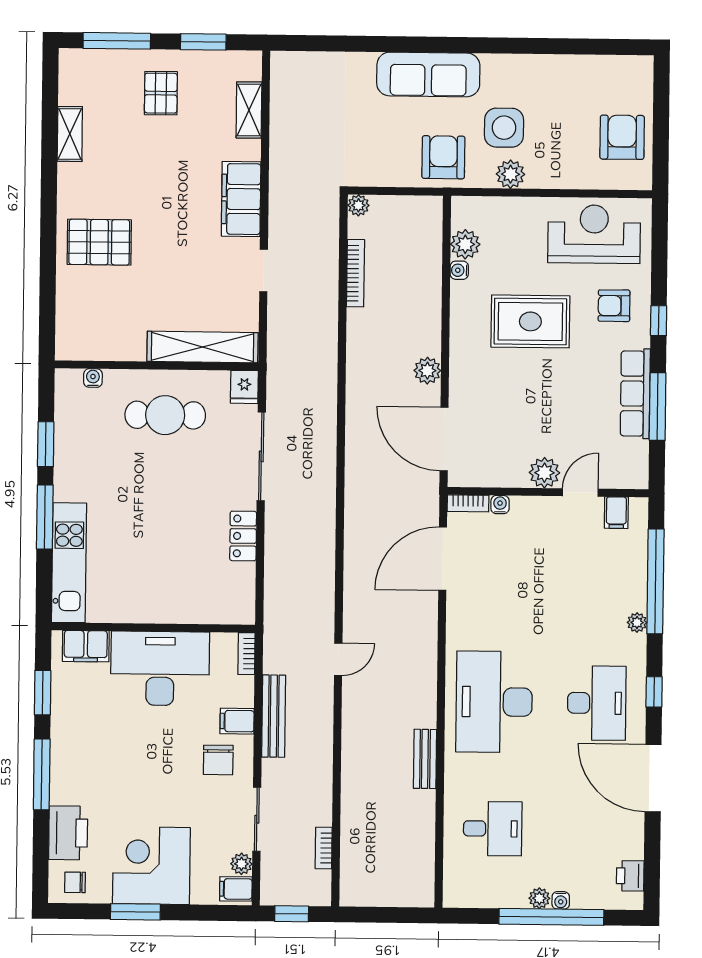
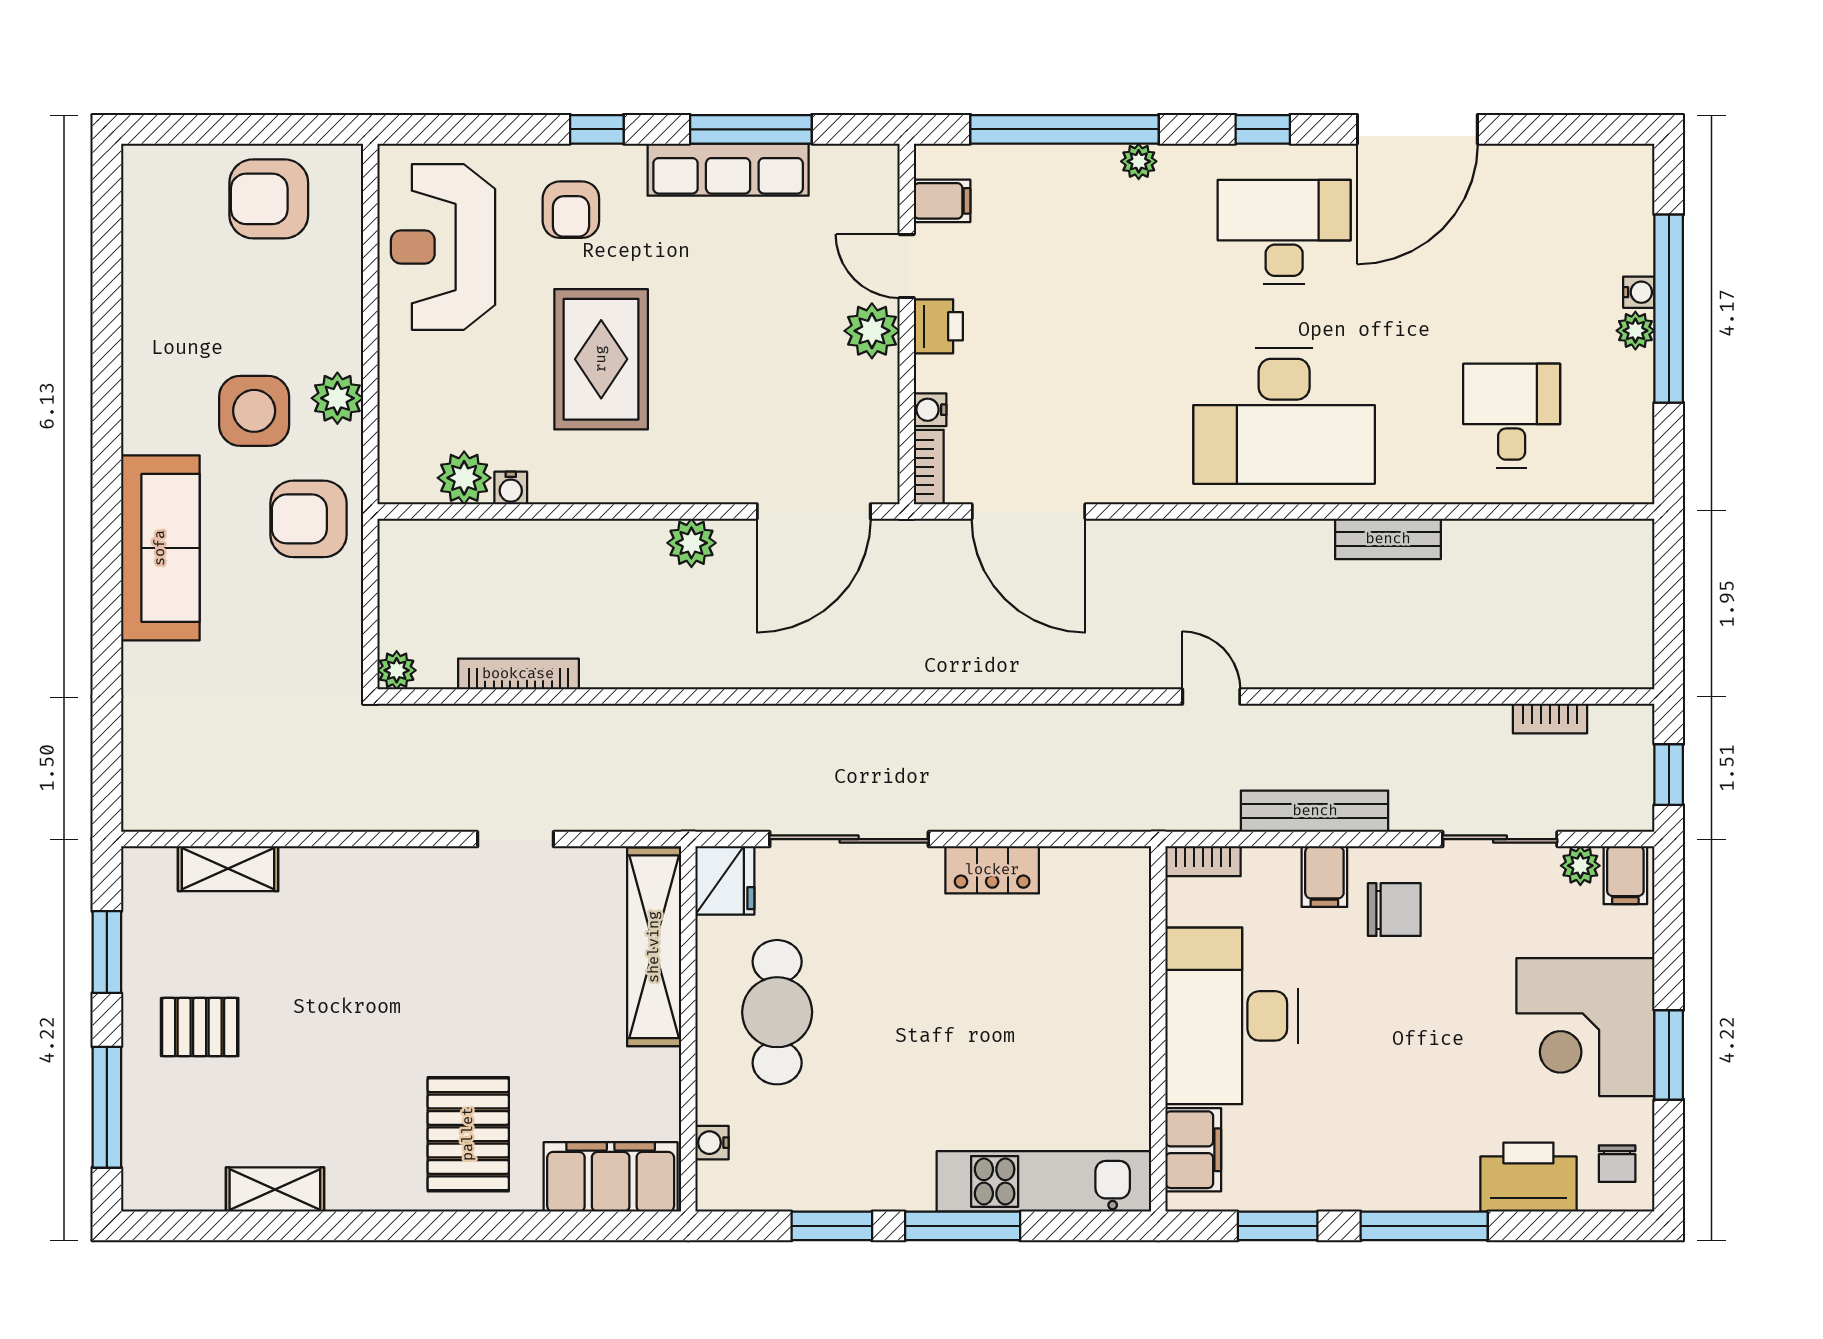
filing cabinet: (241, 199) -> (611, 1177), moved, turned 180
fridge: (244, 387) -> (725, 880), width x1.38
printer: (630, 876) -> (938, 326), moved, turned -90

